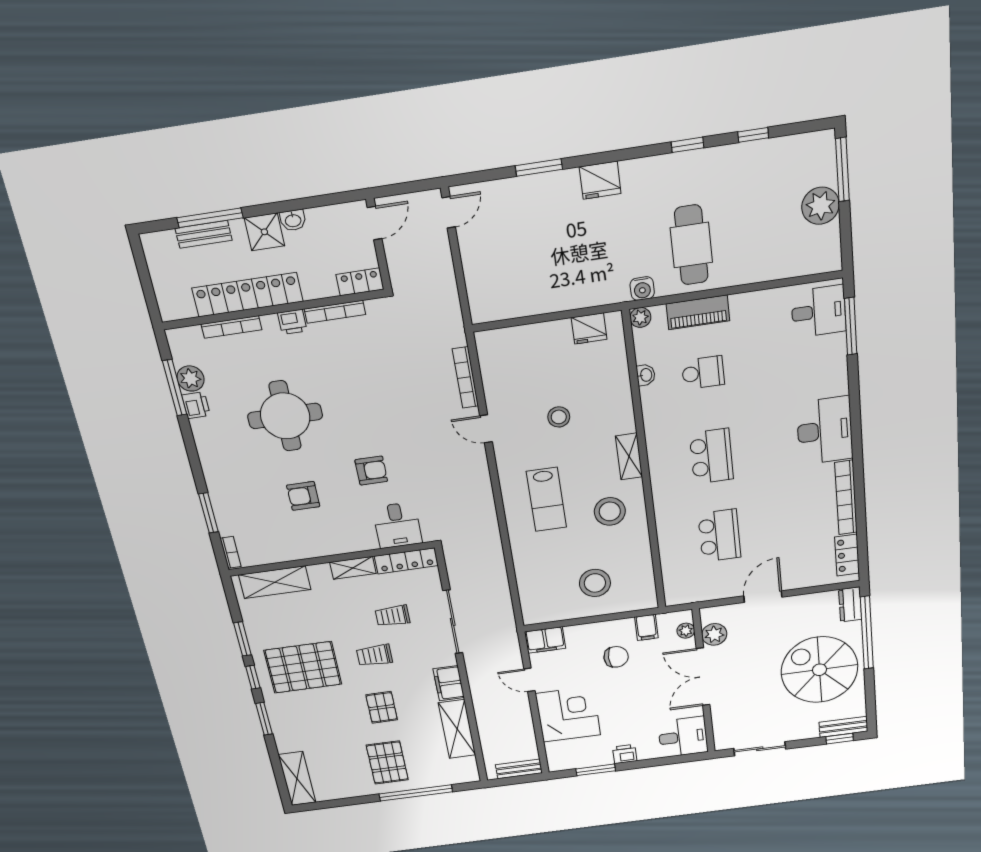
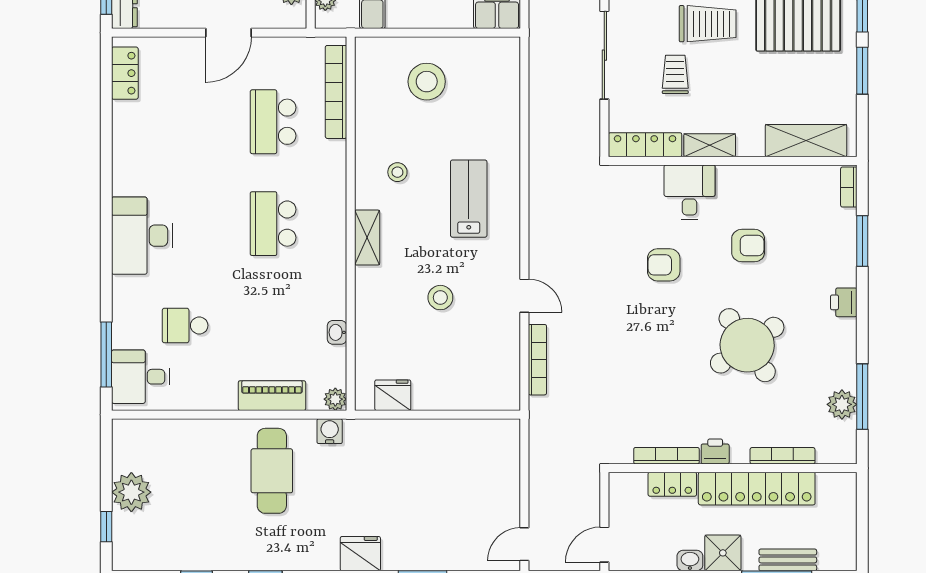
window: (842, 170) -> (106, 527), width x0.46
locker: (360, 282) -> (672, 484), moved
school desk: (703, 373) -> (185, 325), moved
printer: (196, 405) -> (844, 302), moved
round table: (285, 416) -> (747, 345), turned -34
bookcase: (846, 498) -> (336, 92), moved, turned 180
stool: (610, 511) -> (397, 172), width x0.53, depth x0.53
desk: (397, 525) -> (690, 192), moved
trolley: (392, 616) -> (675, 74), turned -90
trolley: (374, 655) -> (708, 24), width x1.36, depth x1.39

